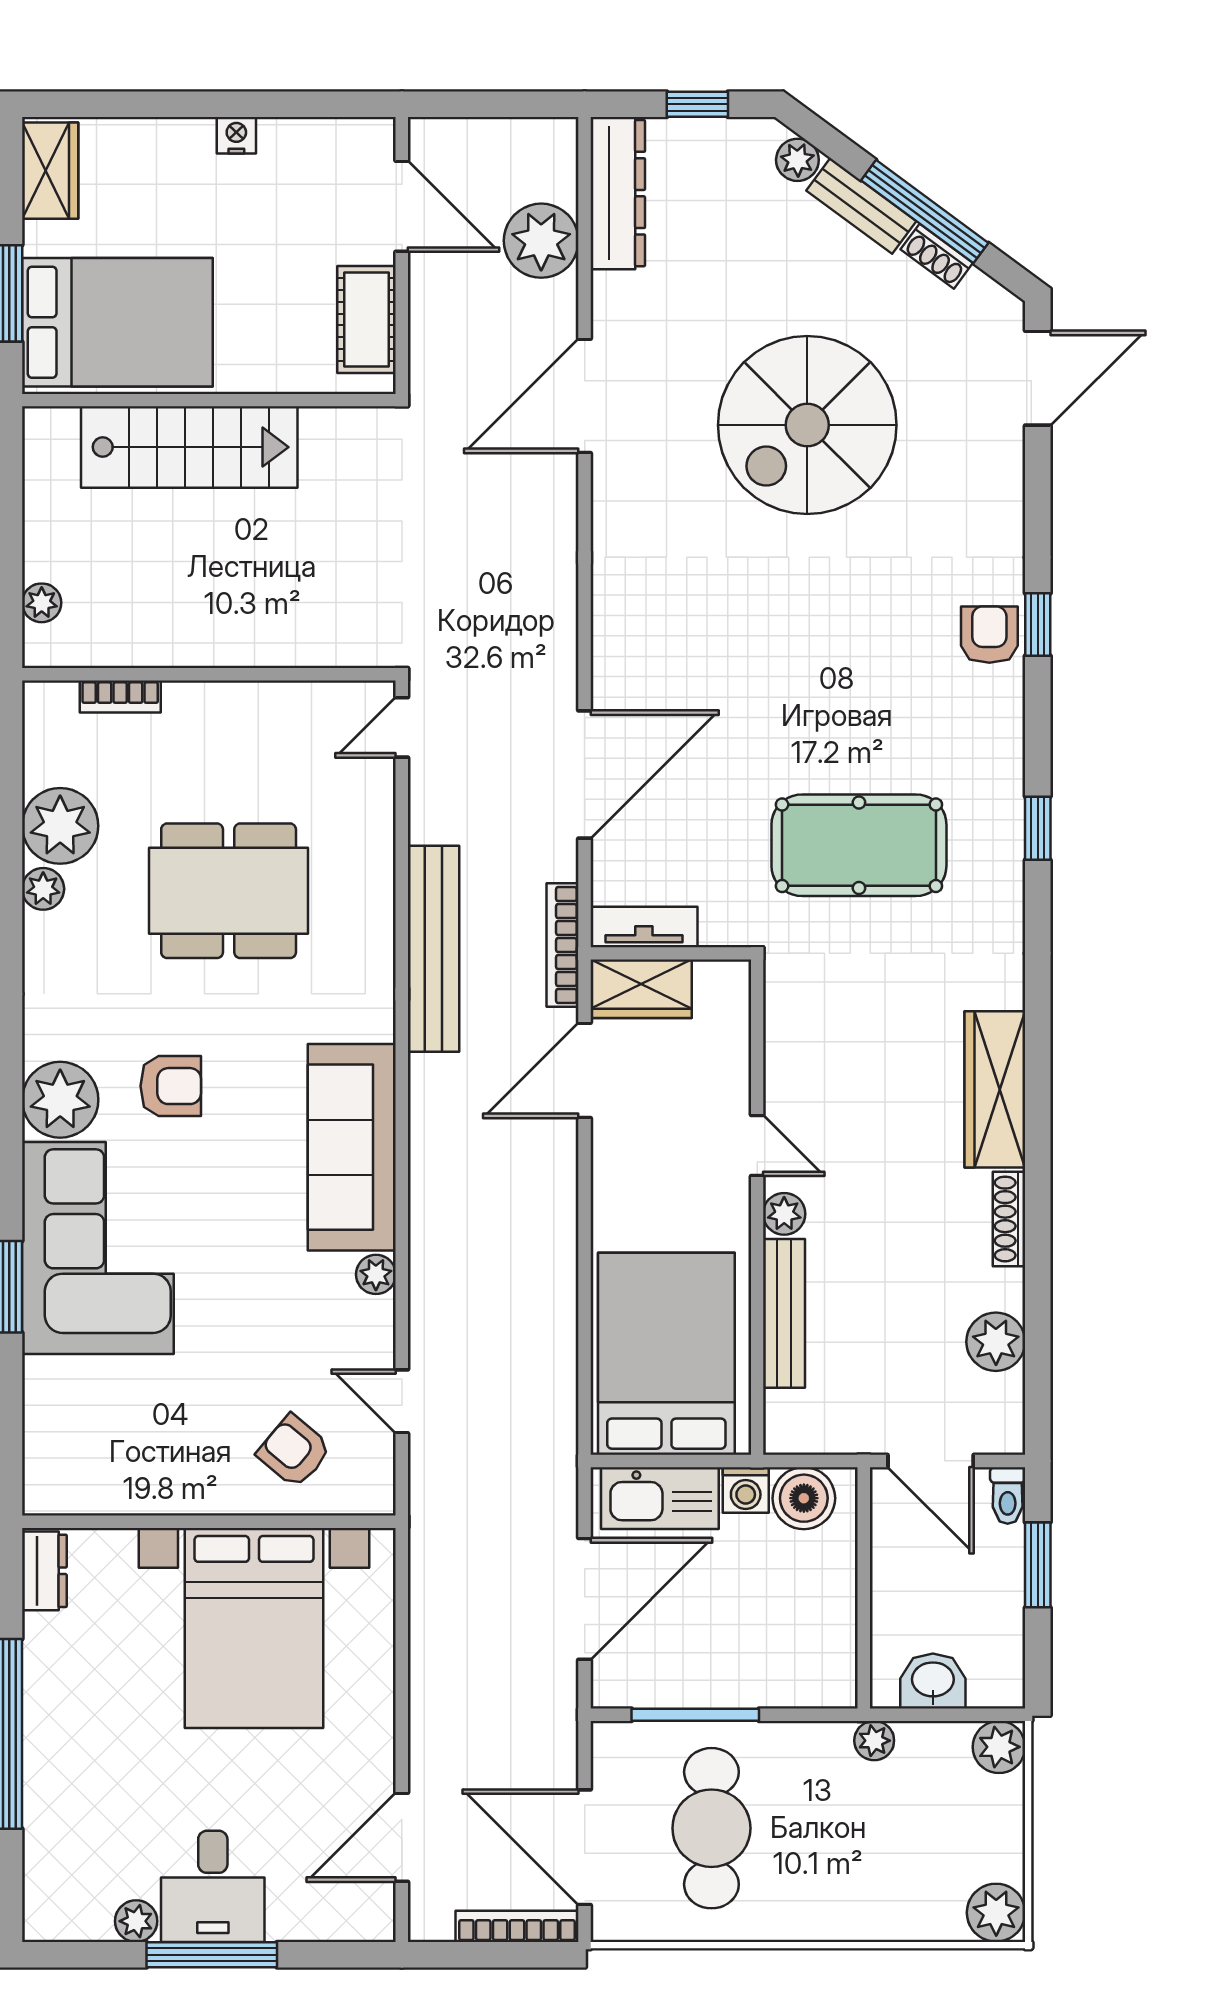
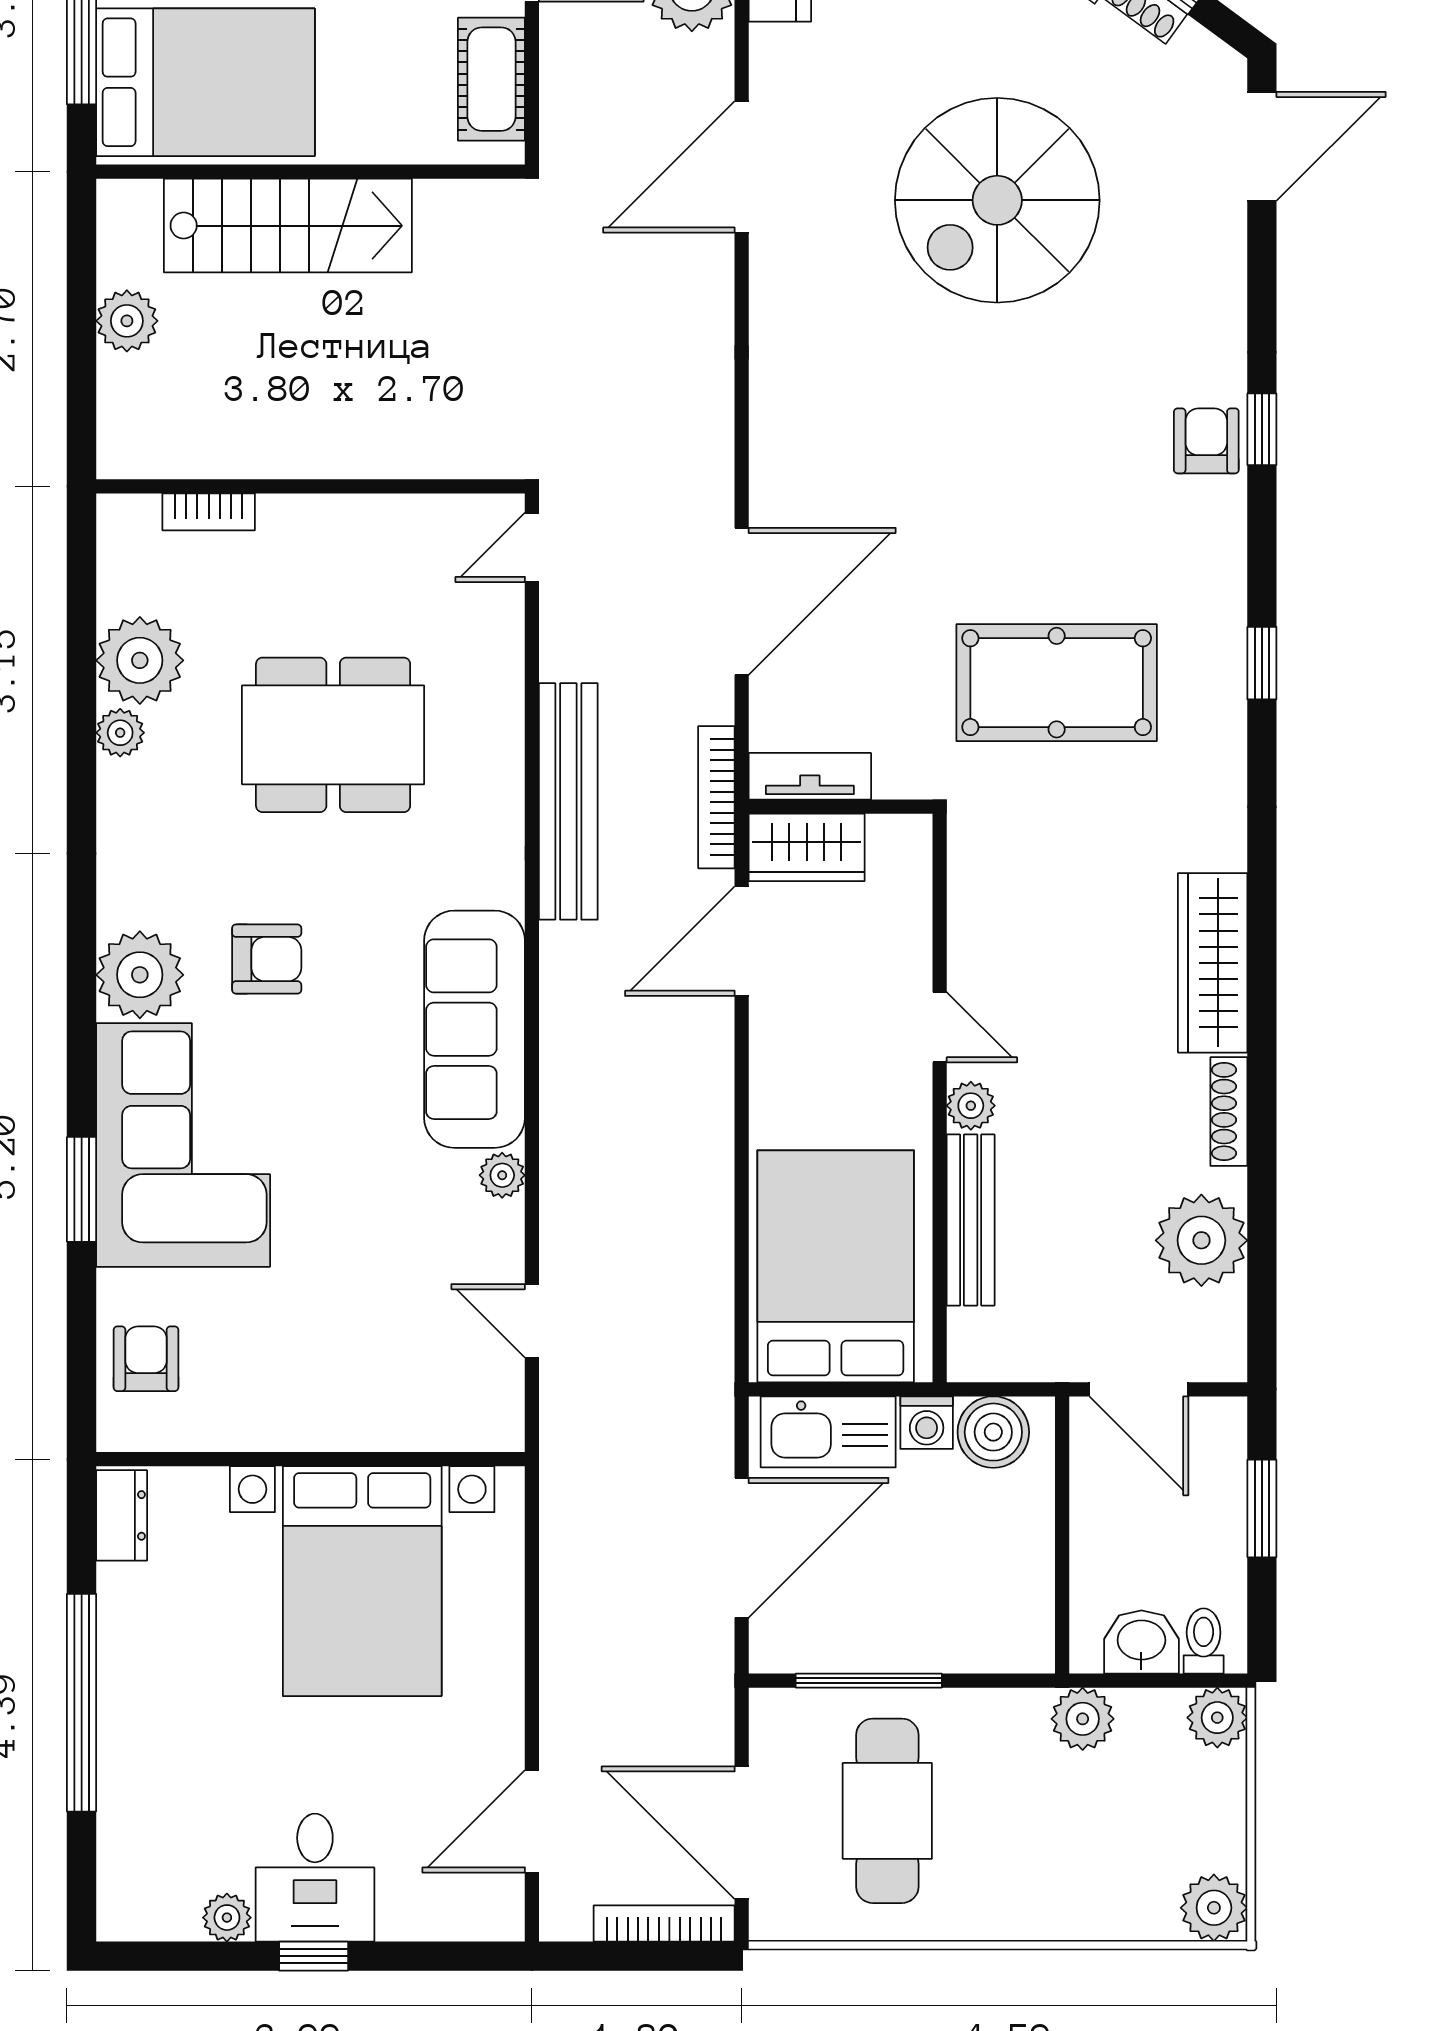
plant: (42, 603) -> (127, 321), moved, width x1.38, depth x1.38
plant: (996, 1342) -> (1201, 1240), width x1.36, depth x1.36
armchair: (294, 1451) -> (146, 1359), moved, turned 50
toilet: (1008, 1495) -> (1204, 1641), moved, turned 180
plant: (874, 1741) -> (1083, 1719), width x1.38, depth x1.38
window: (212, 1955) -> (314, 1956), width x0.46

